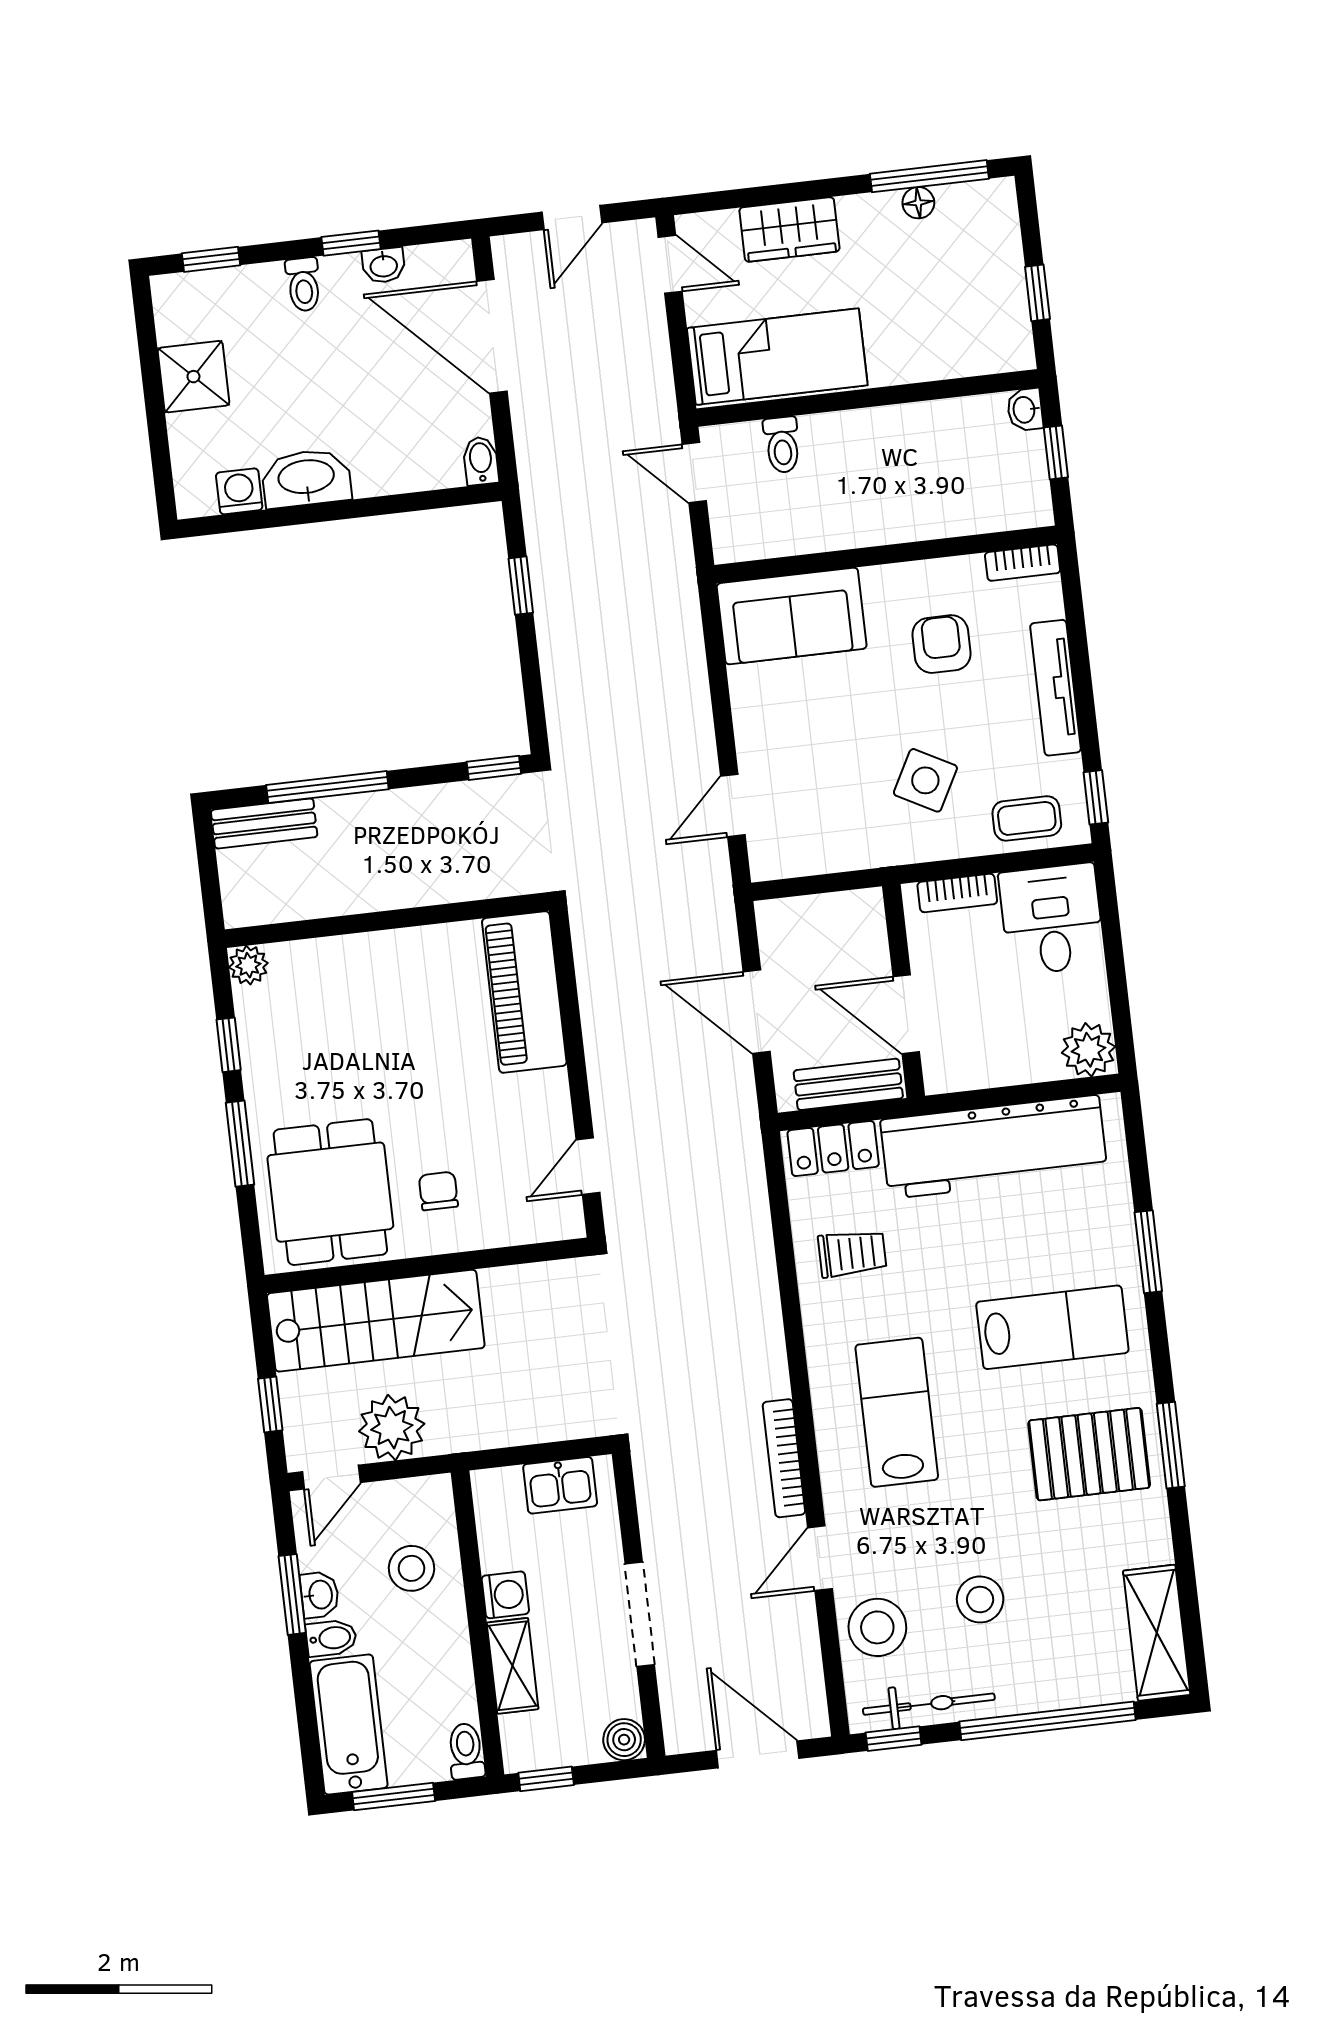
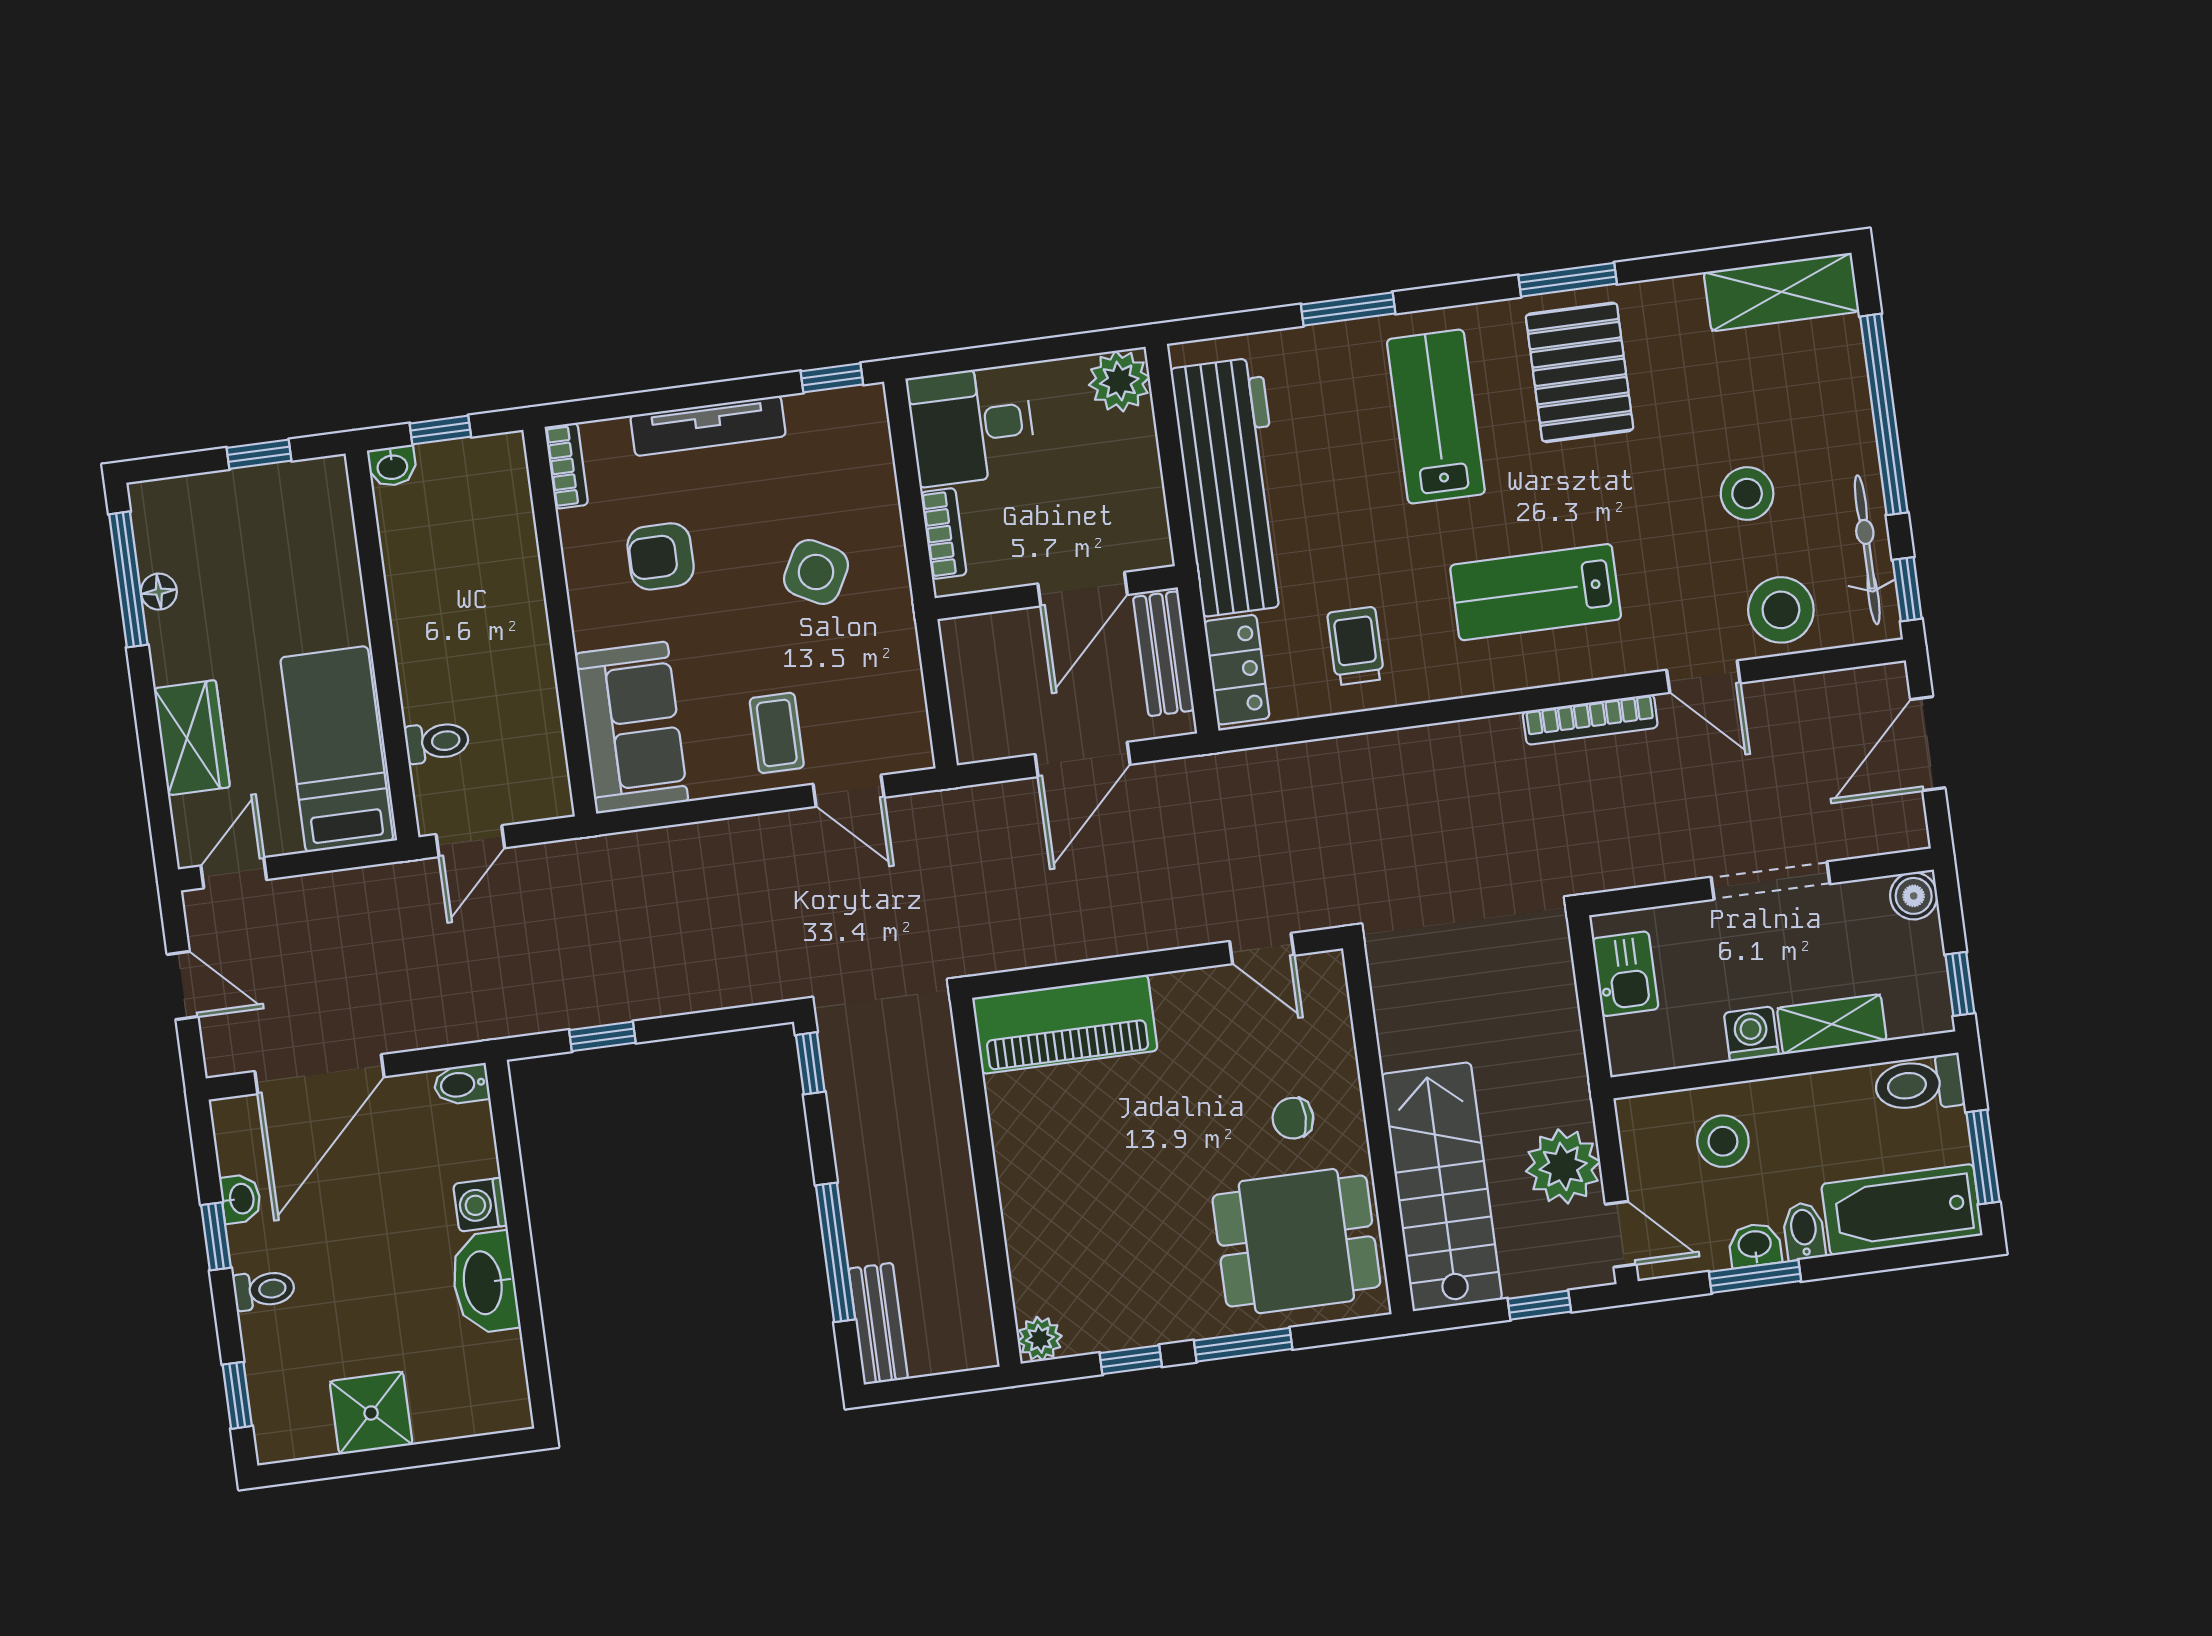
washing machine: (239, 491) -> (480, 1205), moved
coffee table: (1027, 818) -> (777, 733), moved
toilet: (466, 1751) -> (1919, 1084), width x1.37, depth x1.39

